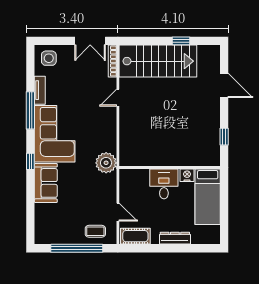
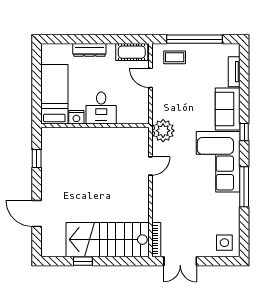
double door: (90, 41) -> (180, 261), swing flipped
tv unit: (40, 90) -> (234, 72), moved
door: (118, 98) -> (150, 166), moved

